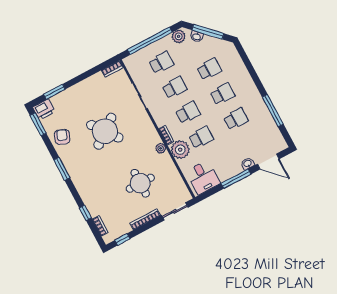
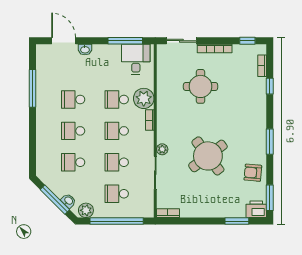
armchair: (62, 137) -> (253, 173), turned 73
plant: (161, 148) -> (162, 149), moved
window: (236, 179) -> (125, 41), moved

